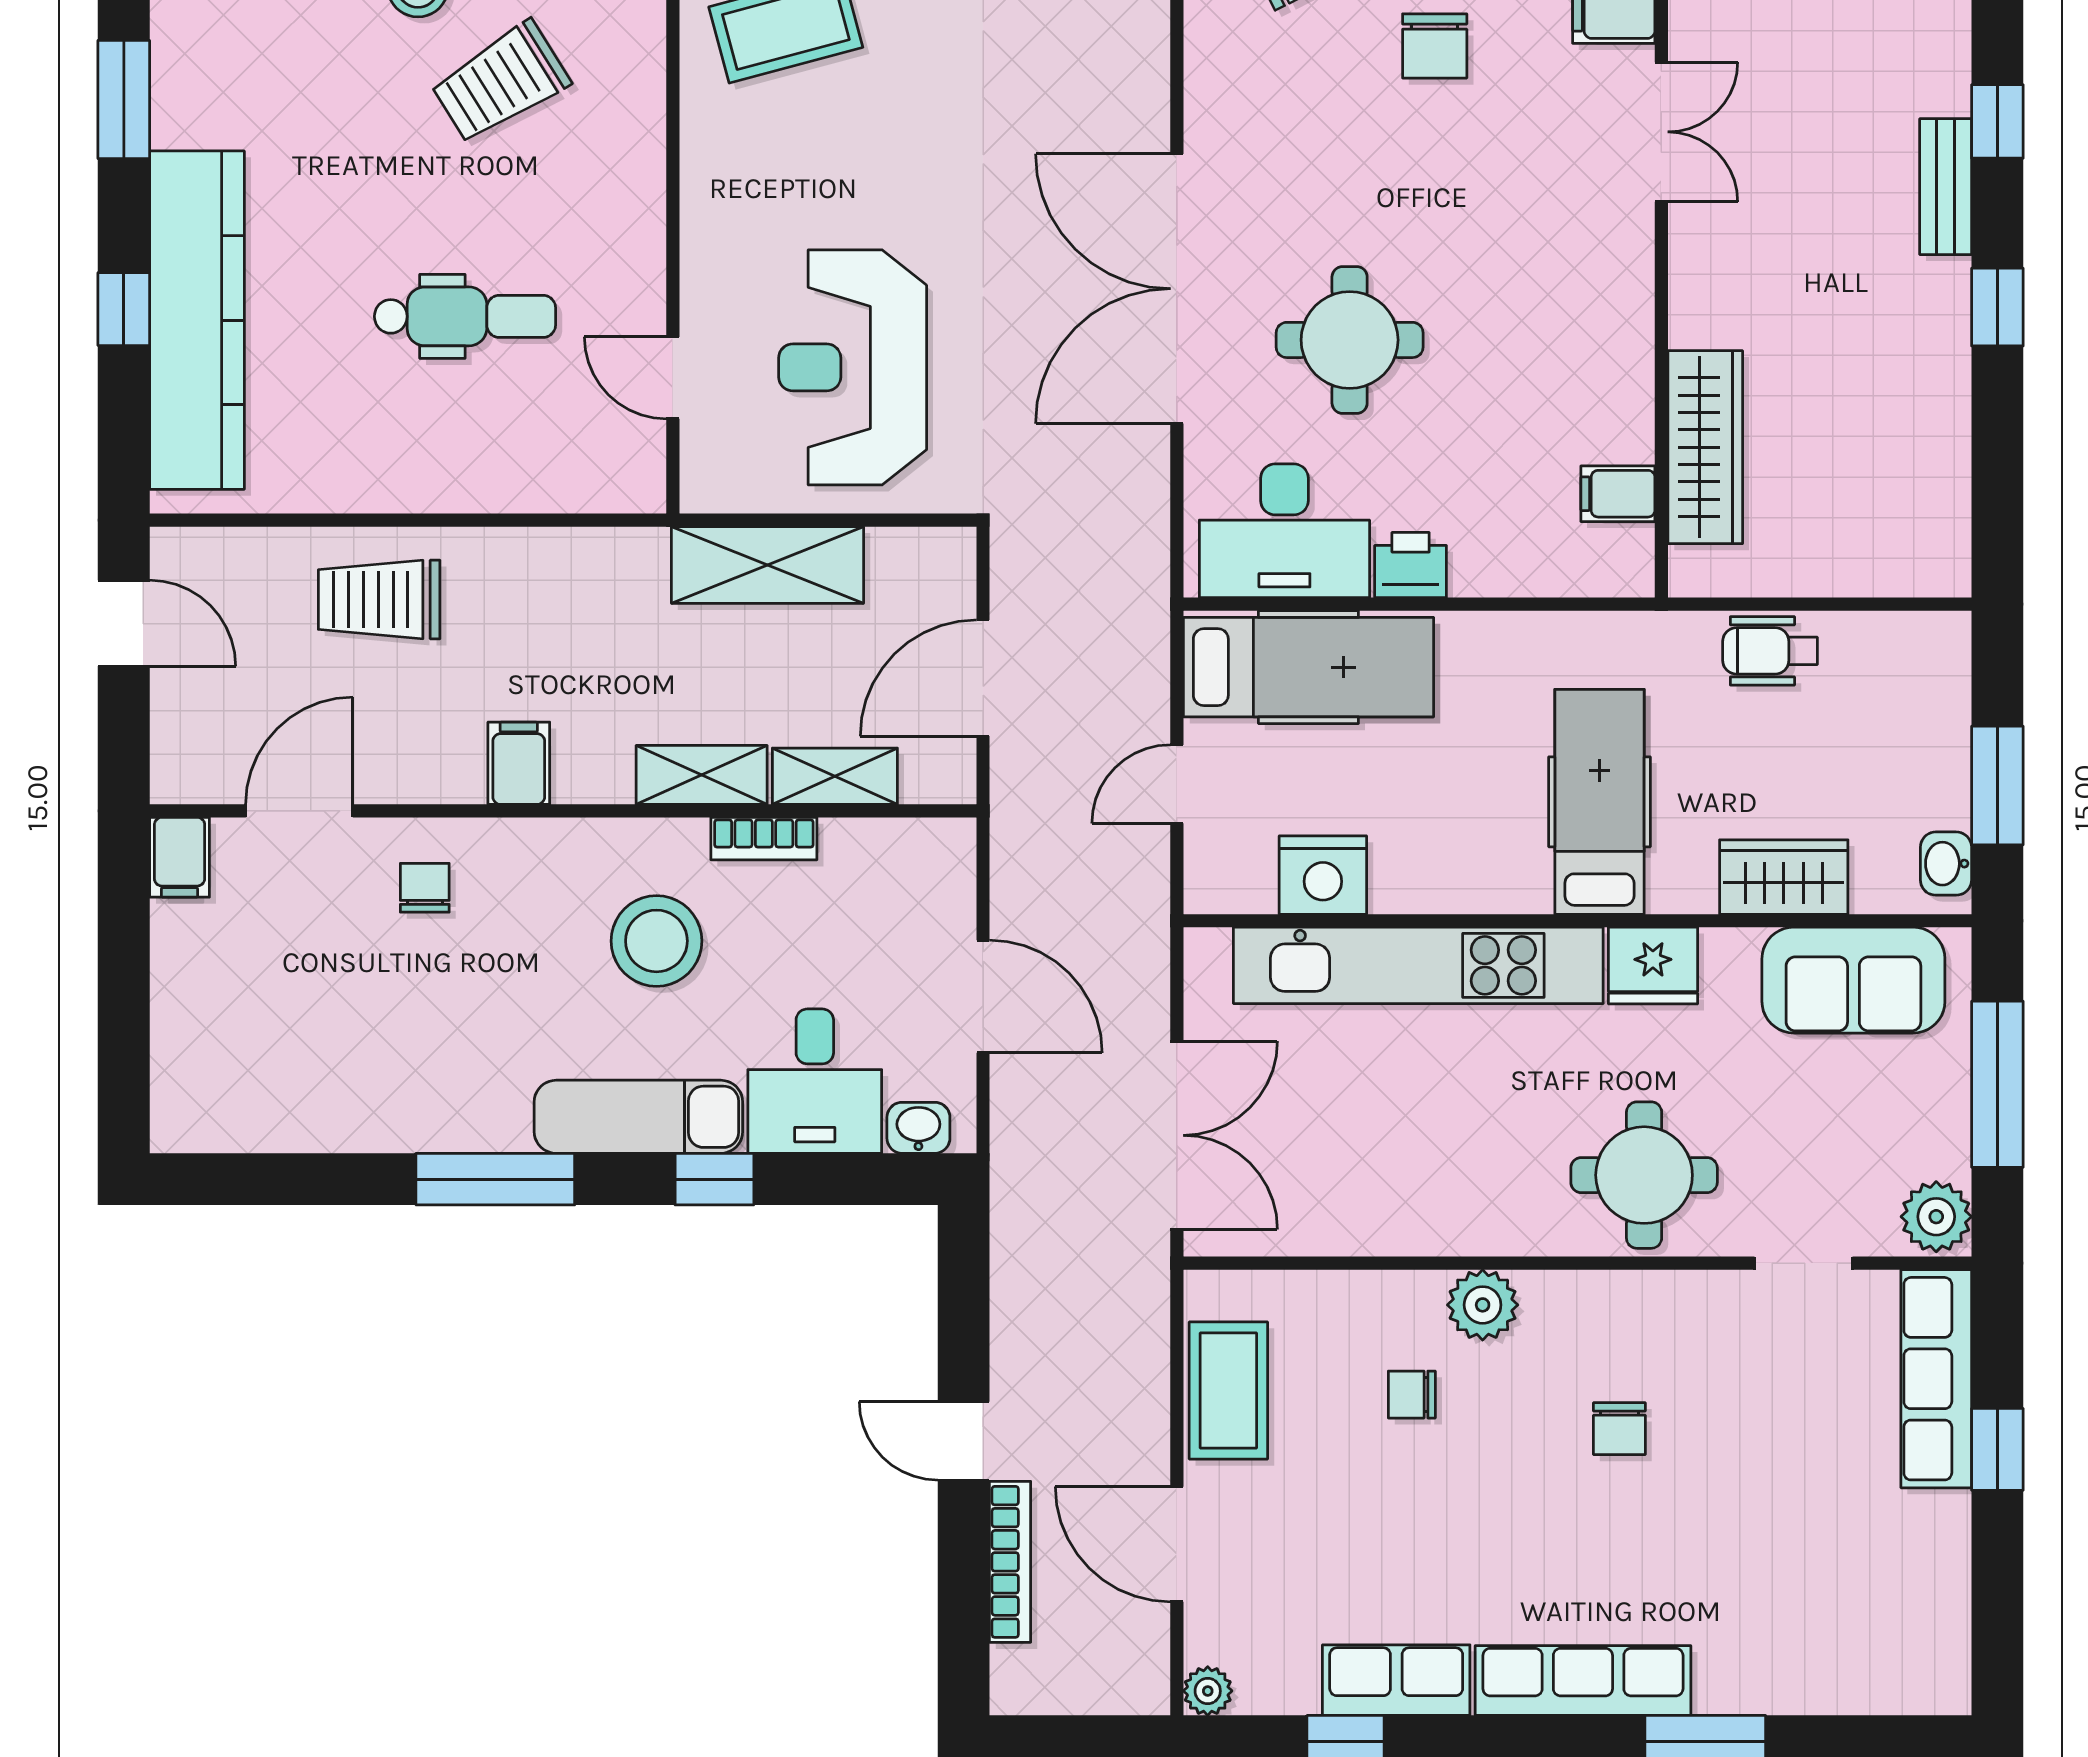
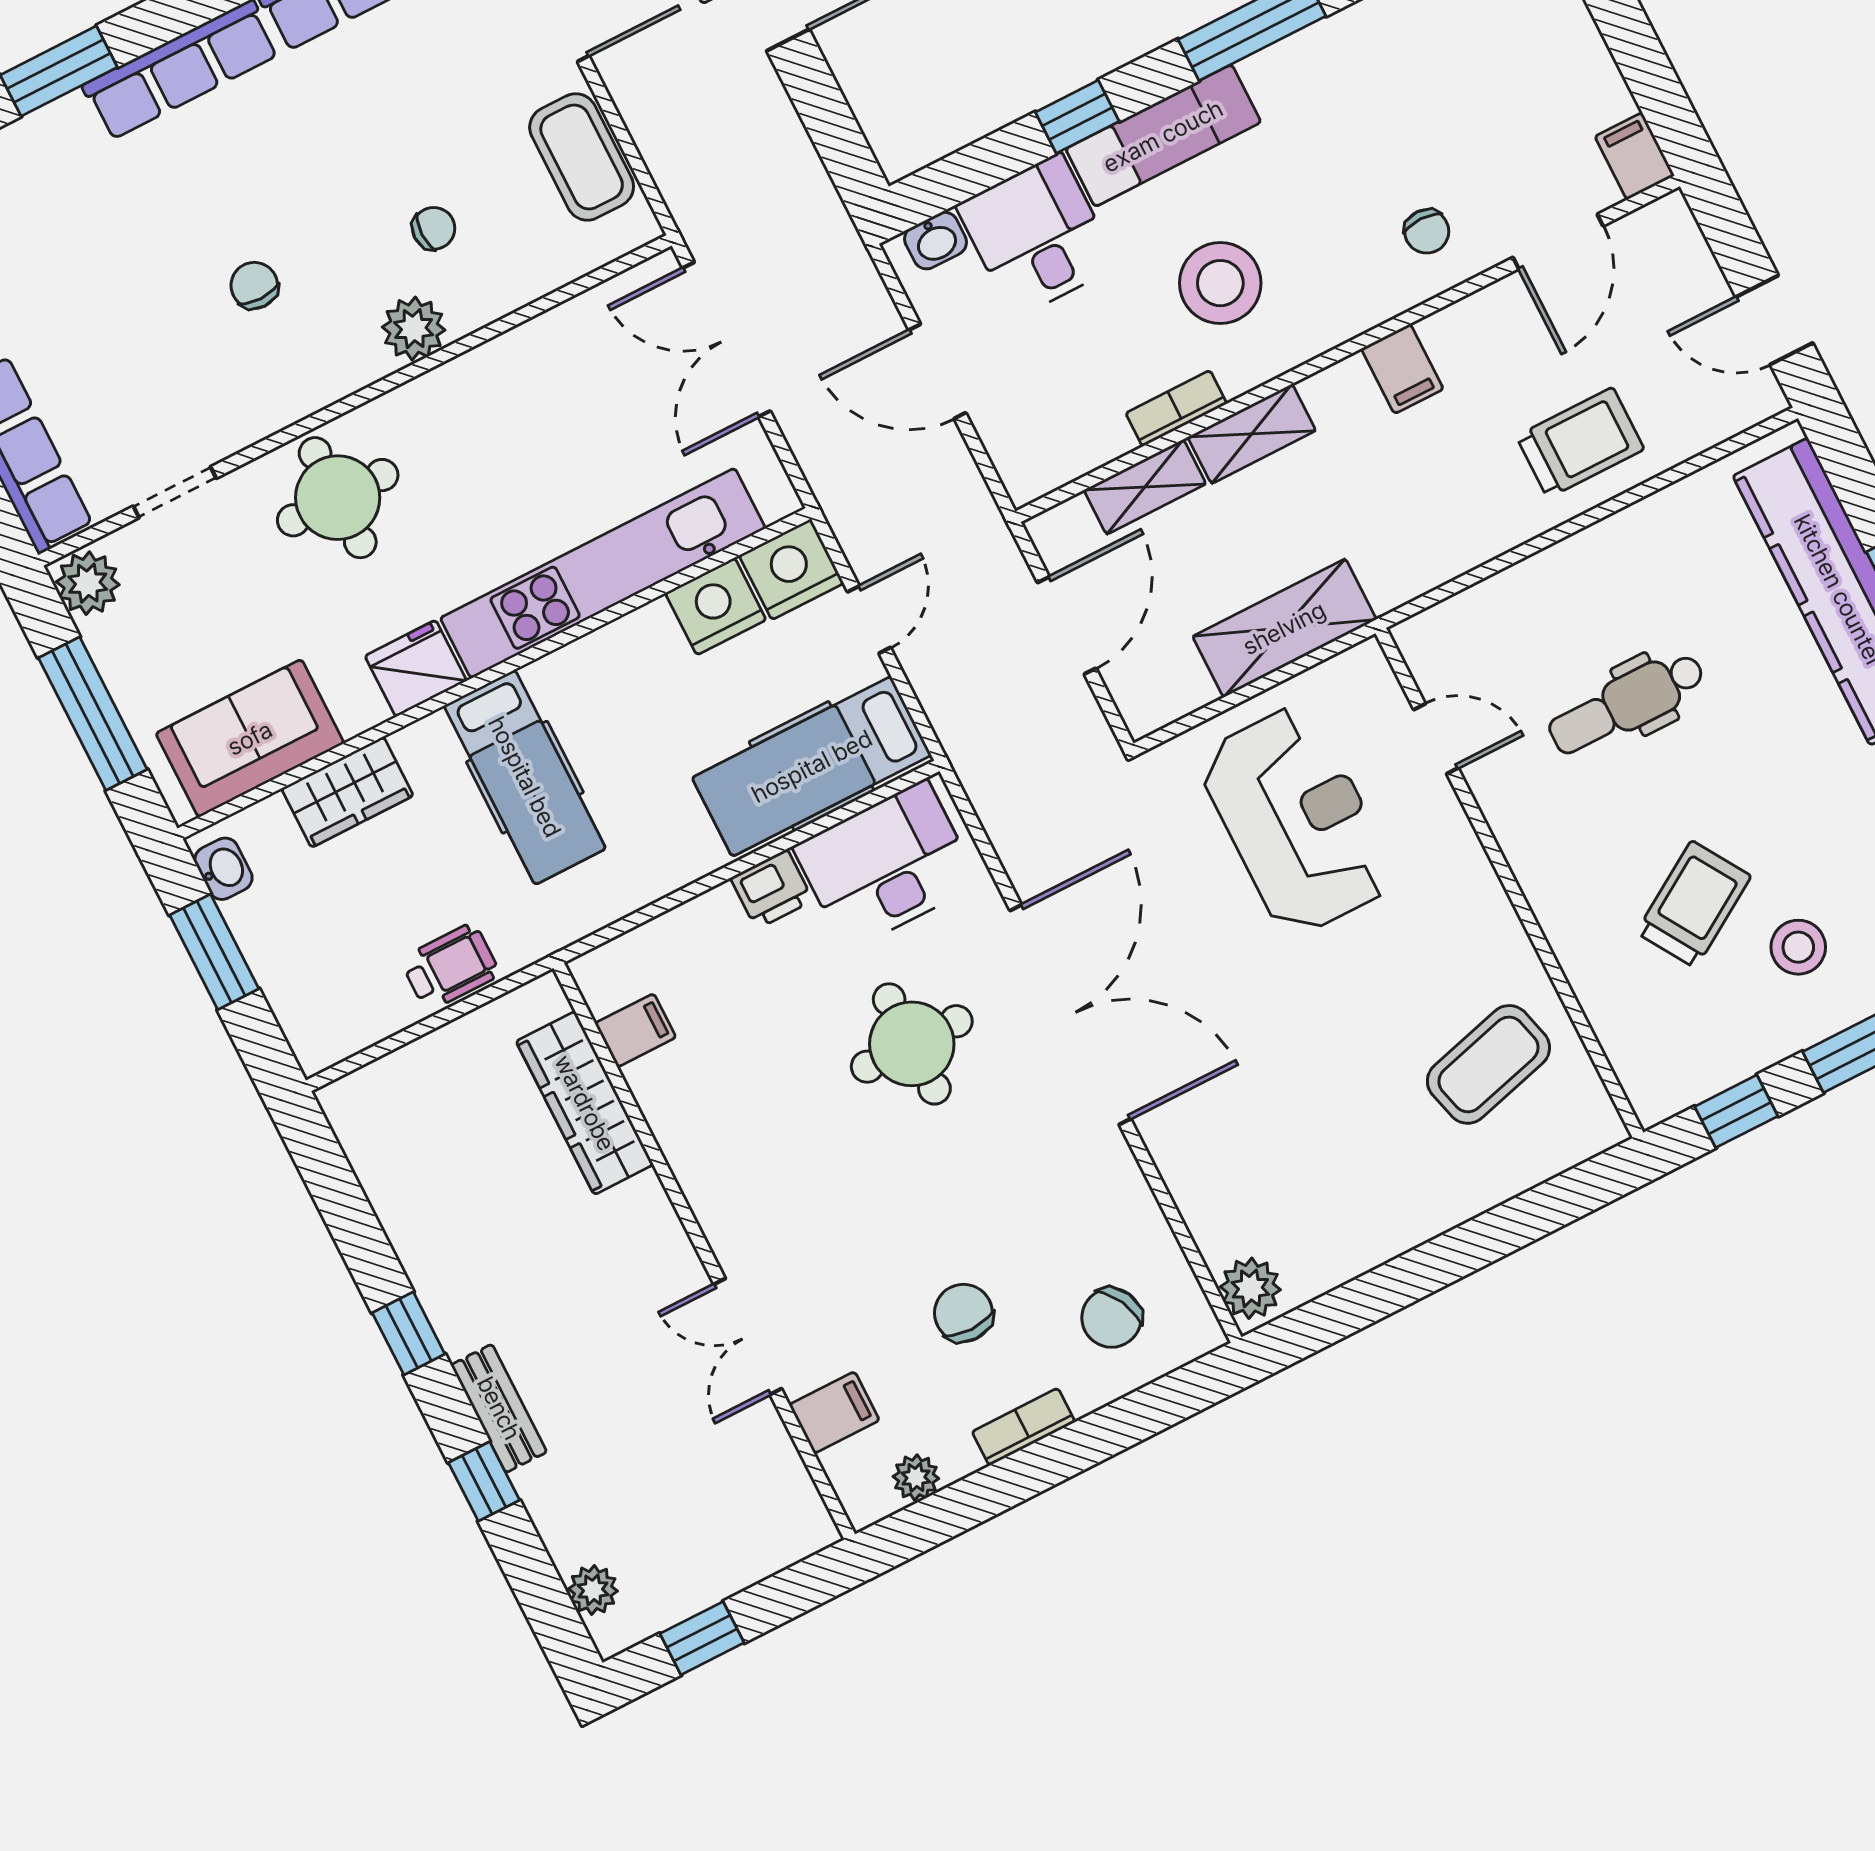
nightstand: (1229, 874) -> (791, 569), added

